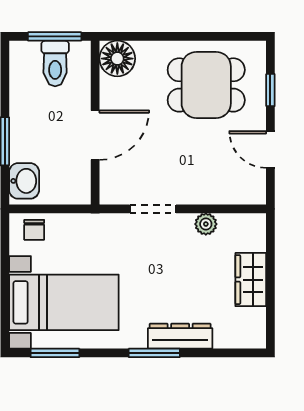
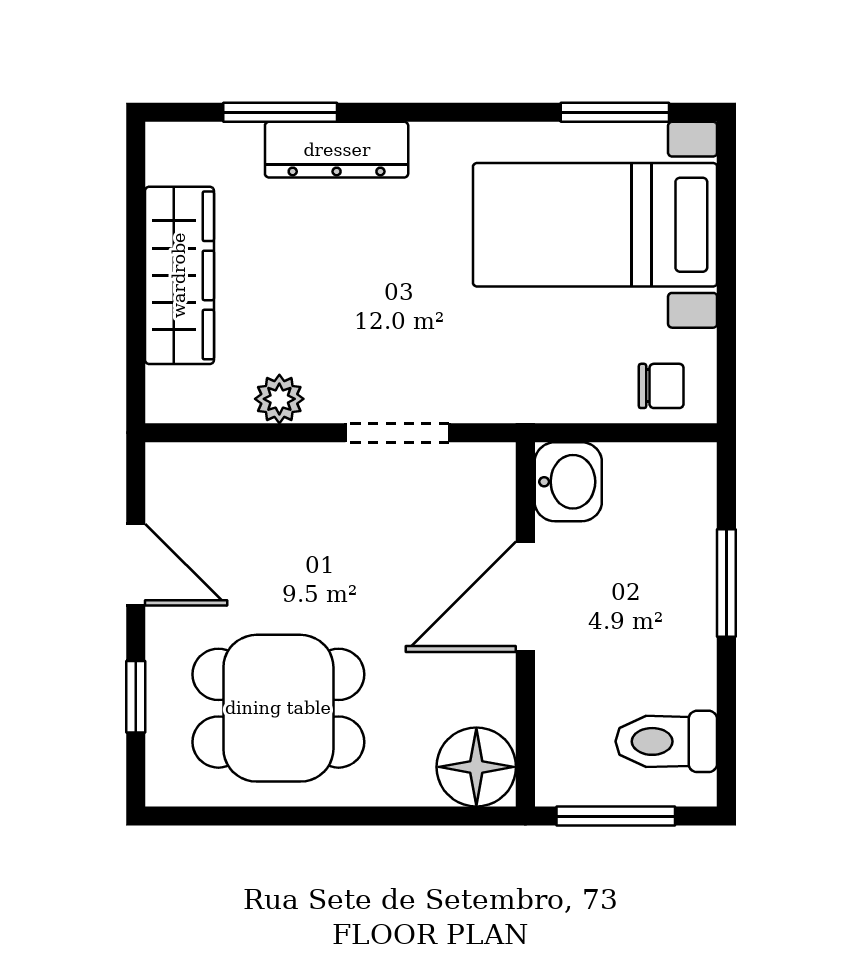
toilet: (55, 63) -> (666, 741), moved, turned -90
washbasin: (24, 181) -> (568, 482), moved, turned 180
chair: (34, 230) -> (661, 386), turned 90
wardrobe: (251, 280) -> (179, 275), width x1.50
window: (154, 353) -> (280, 112), moved

